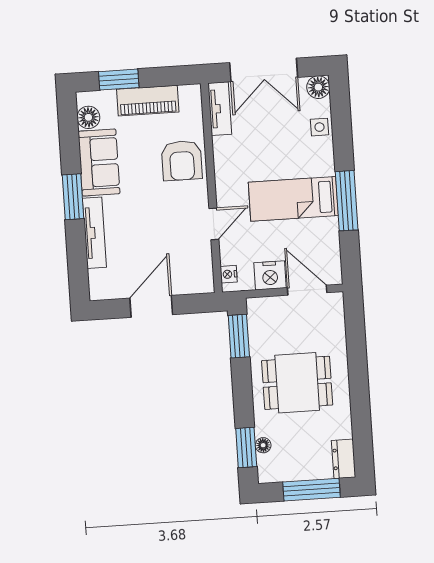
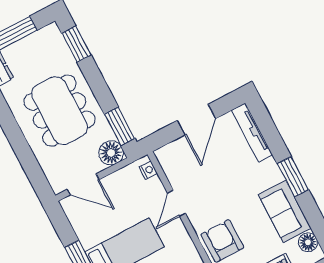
tv unit: (94, 233) -> (252, 132), moved
nightstand: (270, 275) -> (116, 183), removed
dining table: (297, 383) -> (60, 111), width x1.38
floor lamp: (263, 445) -> (111, 153), moved, width x1.89, depth x1.89

